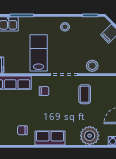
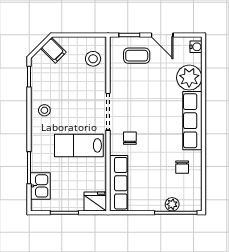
stool: (92, 66) -> (93, 59), moved
coffee table: (85, 94) -> (137, 56), moved
row of seats: (50, 138) -> (192, 121), width x1.48

